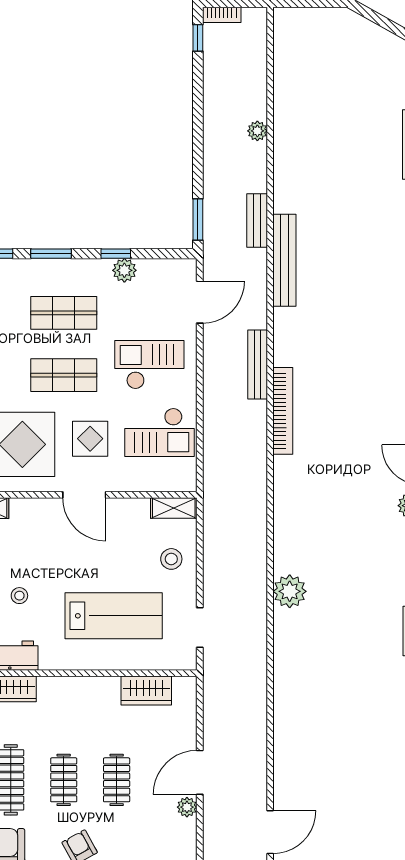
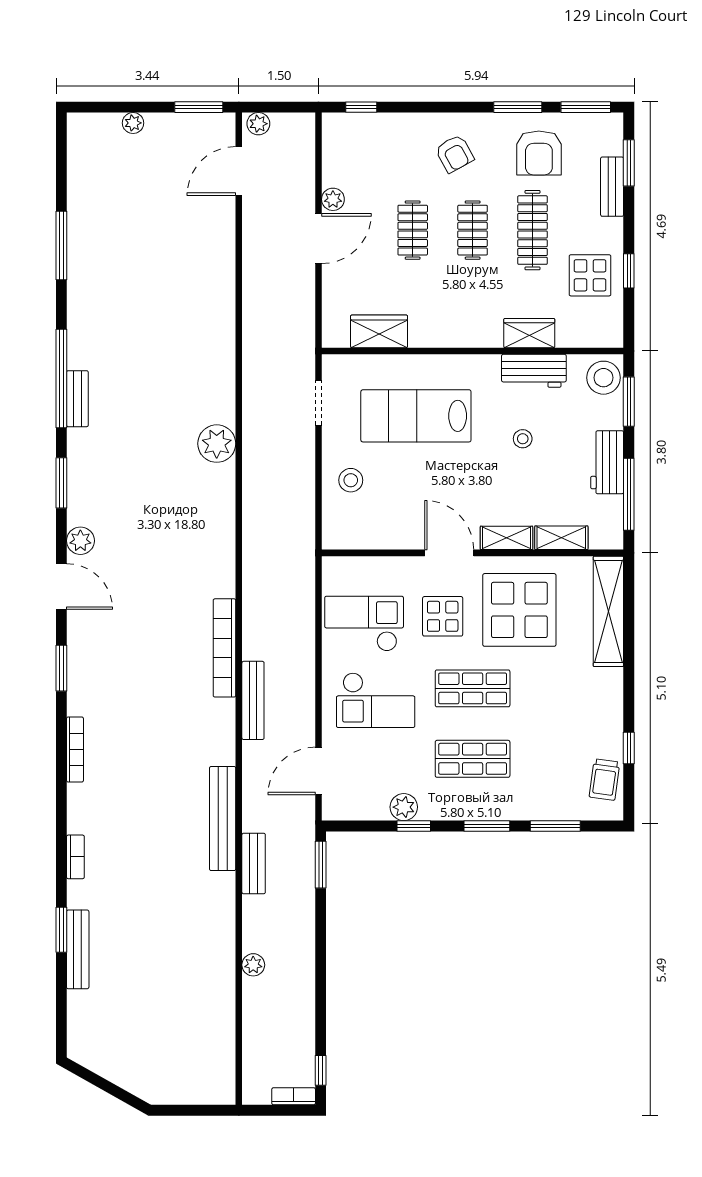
shelving: (174, 508) -> (506, 538), moved

